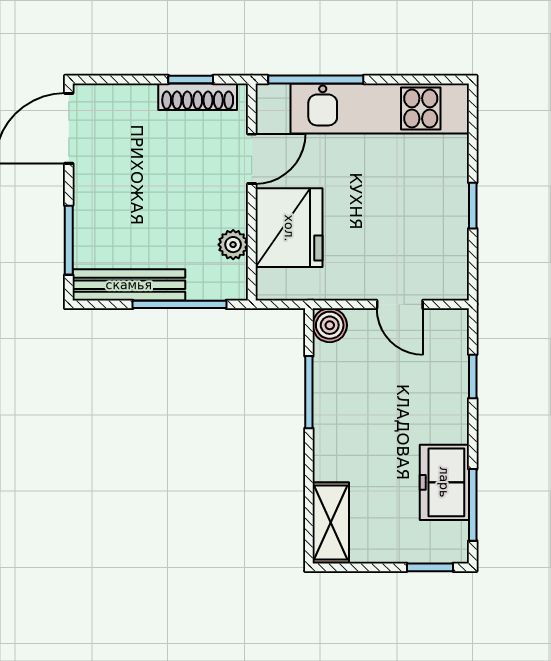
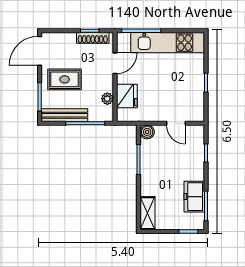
rug: (129, 198) -> (65, 79), added
fridge: (289, 228) -> (127, 96), width x0.73, depth x0.75

